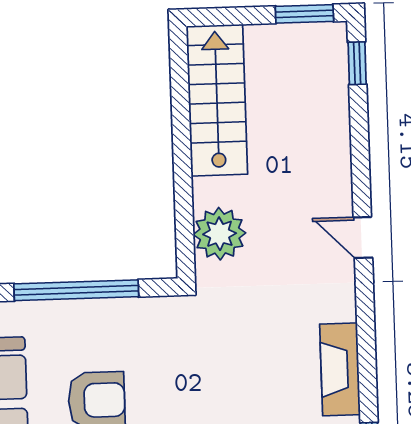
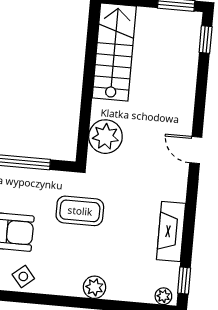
coffee table: (194, 355) -> (80, 211), added

